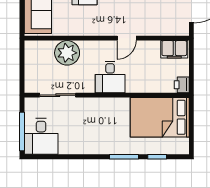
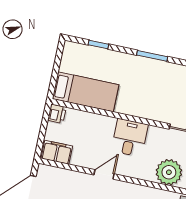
bed: (160, 117) -> (86, 92), width x0.67
window: (124, 157) -> (152, 56), moved

